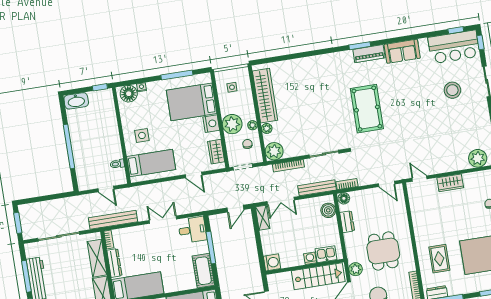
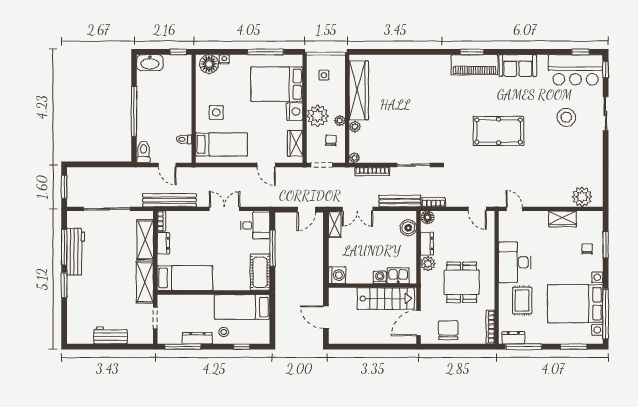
piano: (369, 54) -> (475, 65), width x1.37, depth x1.33
pool table: (367, 109) -> (499, 131), moved, turned 90
plant: (274, 151) -> (354, 158), width x0.53, depth x0.53
toilet: (83, 181) -> (143, 152), added
wardrobe: (450, 183) -> (563, 219), moved
desk: (427, 226) -> (515, 262), added
dresser: (114, 263) -> (163, 243), width x0.70
plant: (356, 269) -> (428, 264), moved

